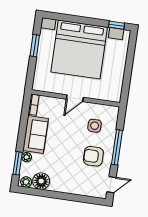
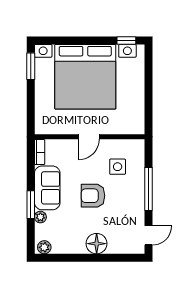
window: (35, 46) -> (31, 66), moved
armchair: (93, 156) -> (93, 196), moved
window: (18, 163) -> (31, 205), moved
floor lamp: (41, 181) -> (97, 244), moved

